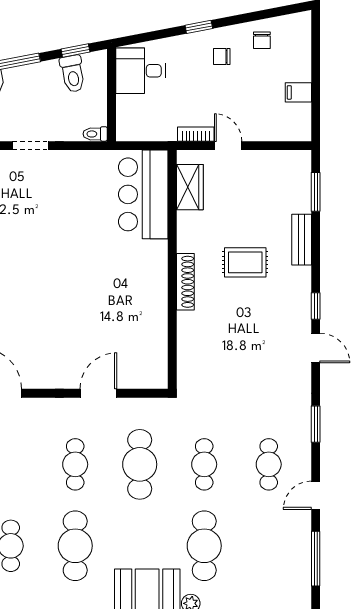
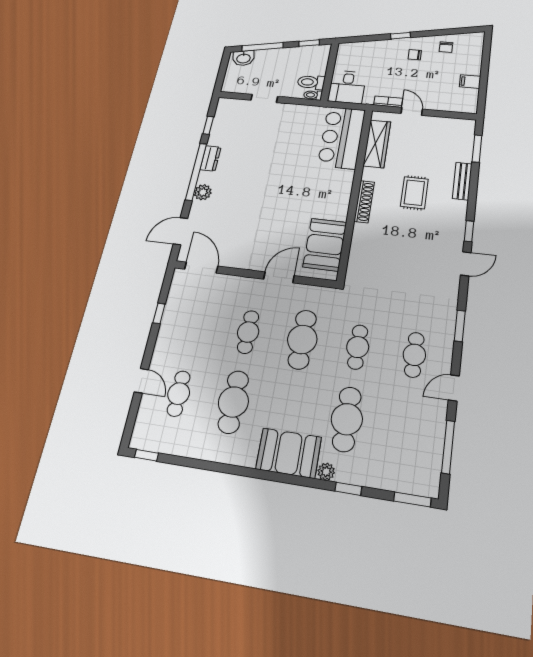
desk: (140, 71) -> (347, 87), moved, turned -90
toilet: (73, 74) -> (311, 82), moved, turned 101
wardrobe: (190, 187) -> (377, 144), width x1.50
rug: (245, 262) -> (414, 193), turned 90
booth: (146, 344) -> (325, 245), added
door: (316, 348) -> (466, 264), hinge flipped

